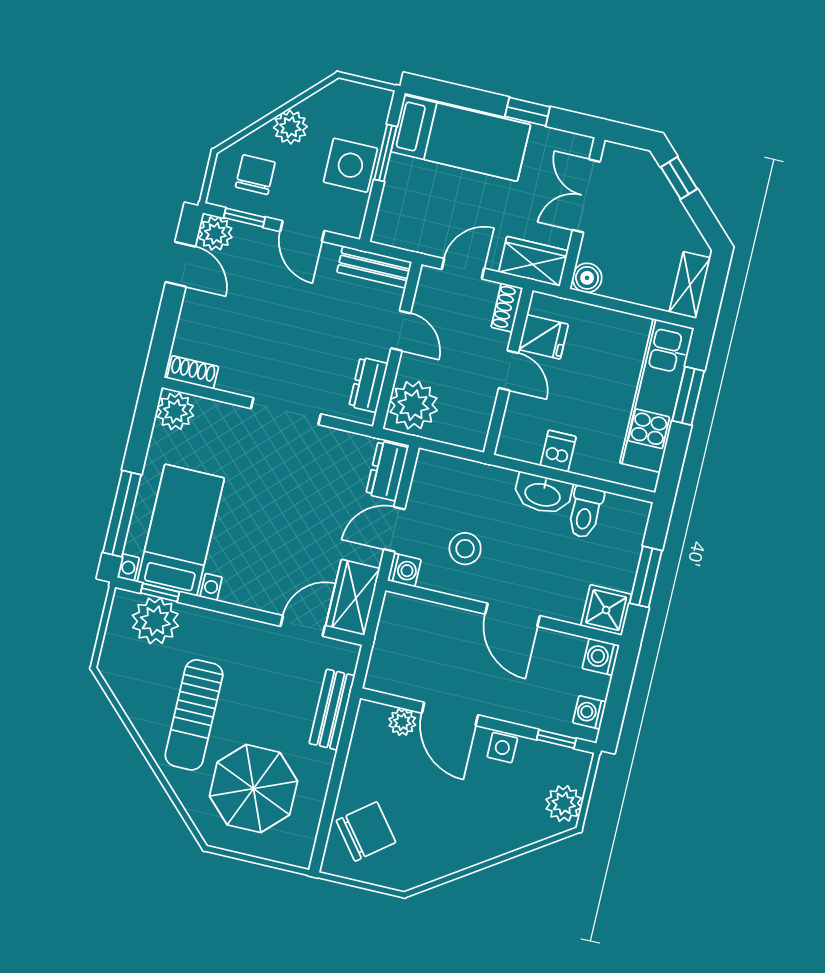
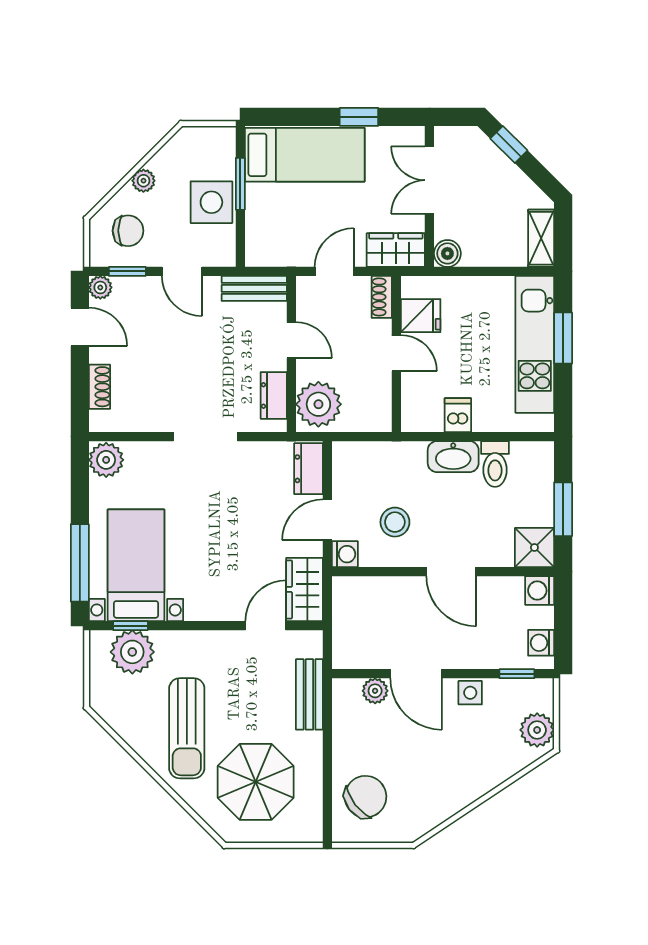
plant: (290, 127) -> (143, 181), width x0.73, depth x0.73
chair: (255, 175) -> (128, 231), turned 90
plant: (215, 233) -> (100, 287), width x0.73, depth x0.73
shoe rack: (193, 372) -> (100, 387), moved, turned 90

